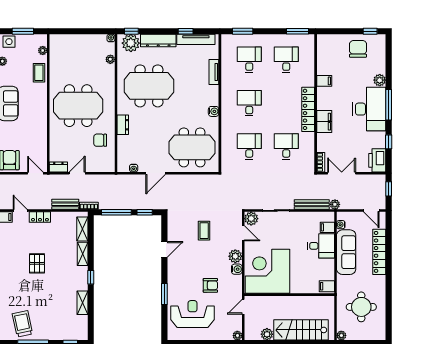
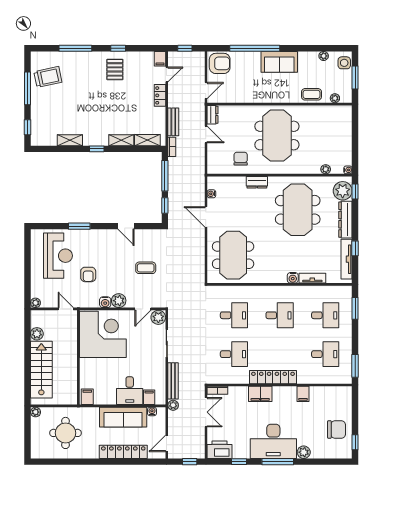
water cooler: (214, 111) -> (293, 278), moved
pallet: (37, 263) -> (115, 69), moved, turned 90

